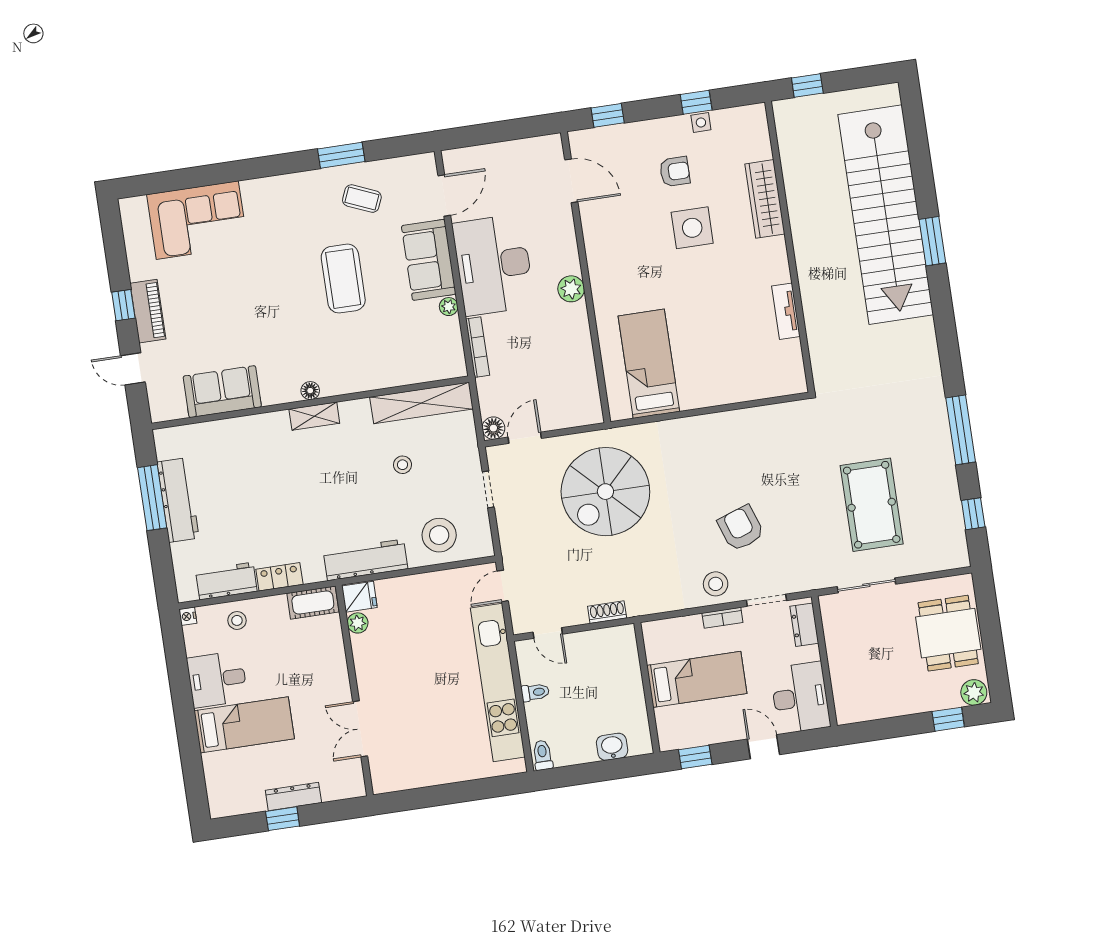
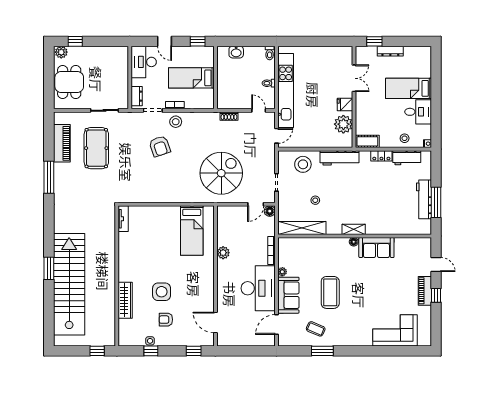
plant: (571, 289) -> (223, 253), moved
tv unit: (786, 311) -> (123, 219), moved
sofa: (222, 392) -> (376, 248), moved
piano: (944, 504) -> (62, 143), added
window: (973, 514) -> (49, 137), removed
fridge: (359, 597) -> (345, 105), moved
plant: (358, 623) -> (343, 124), width x1.88, depth x1.88
window: (283, 819) -> (374, 41), moved

